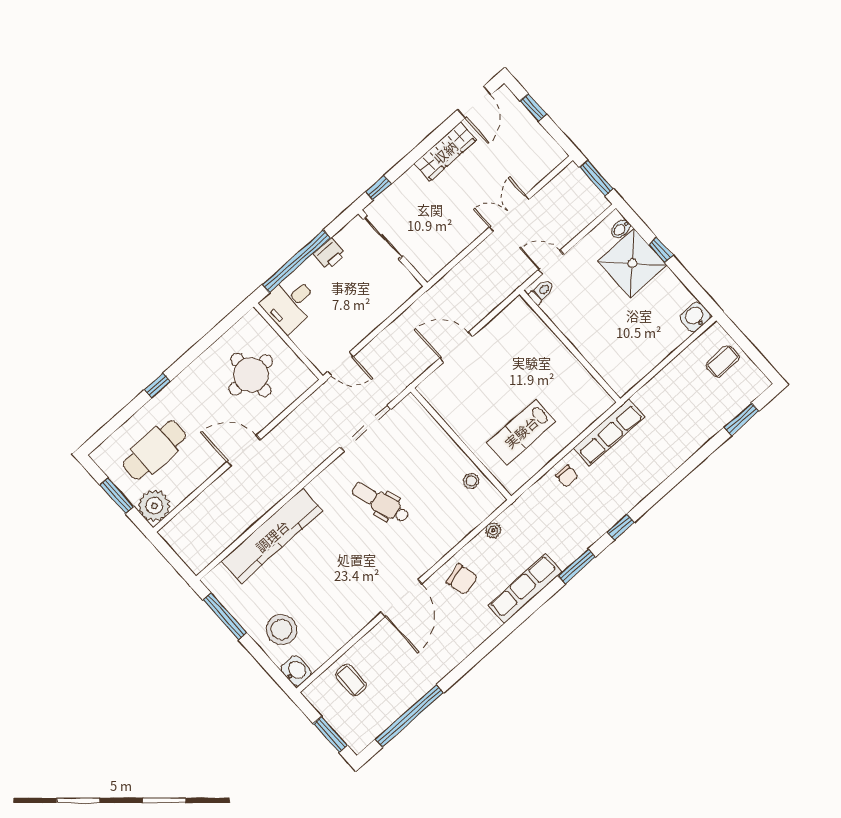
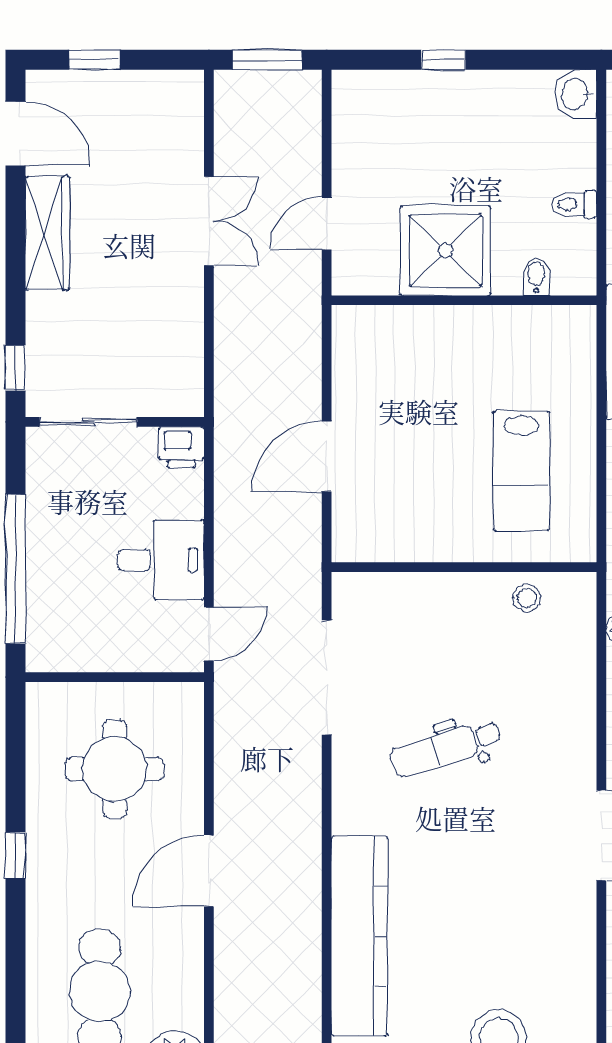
double door: (509, 213) -> (209, 221), swing flipped
bidet: (621, 229) -> (536, 277), moved, turned 180
printer: (330, 254) -> (181, 447), moved, turned 90
shower: (632, 263) -> (445, 251), moved
toilet: (541, 292) -> (574, 204), moved, turned -90
desk: (290, 304) -> (161, 560), moved, turned -90
window: (157, 385) -> (15, 855), moved

